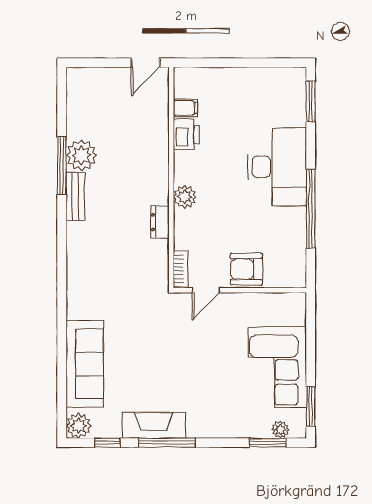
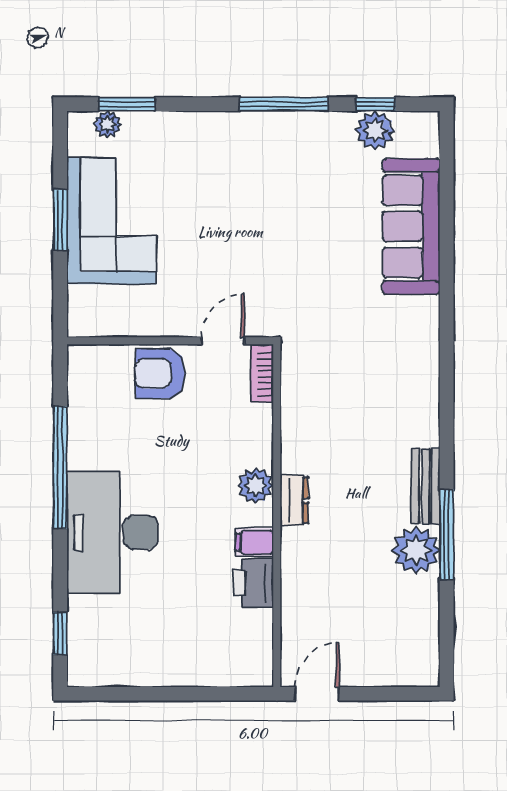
window: (311, 102) -> (60, 634), width x0.67
filing cabinet: (185, 108) -> (255, 542), moved
dresser: (160, 222) -> (294, 500), moved
armchair: (246, 269) -> (160, 373), turned 180
window: (311, 406) -> (60, 220), moved
fireplace: (154, 425) -> (304, 131), removed
plant: (79, 426) -> (375, 130), moved

